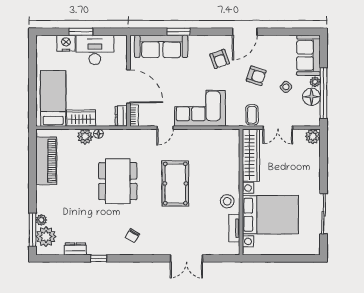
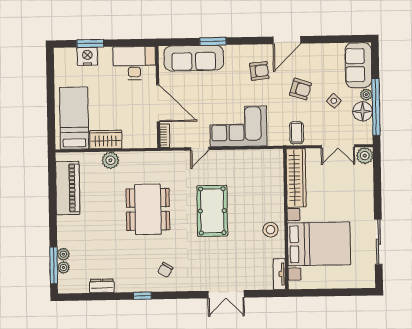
window: (81, 32) -> (90, 43), moved
desk: (95, 50) -> (134, 63), moved
armchair: (220, 59) -> (259, 71), turned -76
dresser: (121, 116) -> (150, 136), removed
double door: (278, 128) -> (338, 146), moved
floor lamp: (98, 134) -> (125, 157), removed
tv unit: (234, 228) -> (279, 274), moved
plant: (46, 237) -> (63, 267), width x0.53, depth x0.53
window: (99, 258) -> (142, 296), moved

